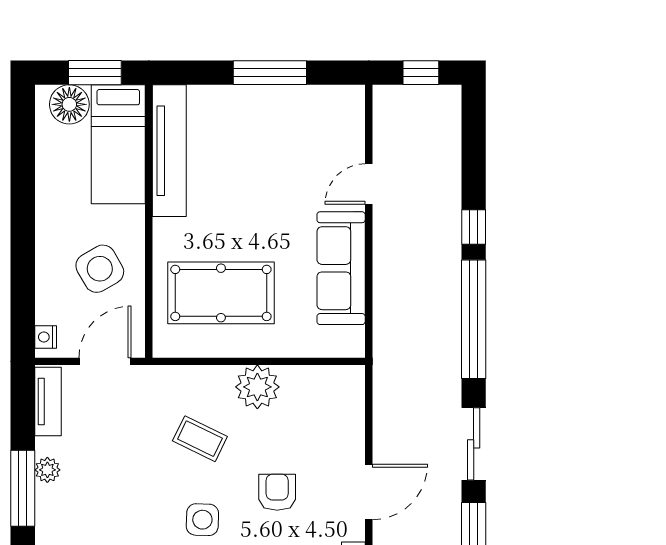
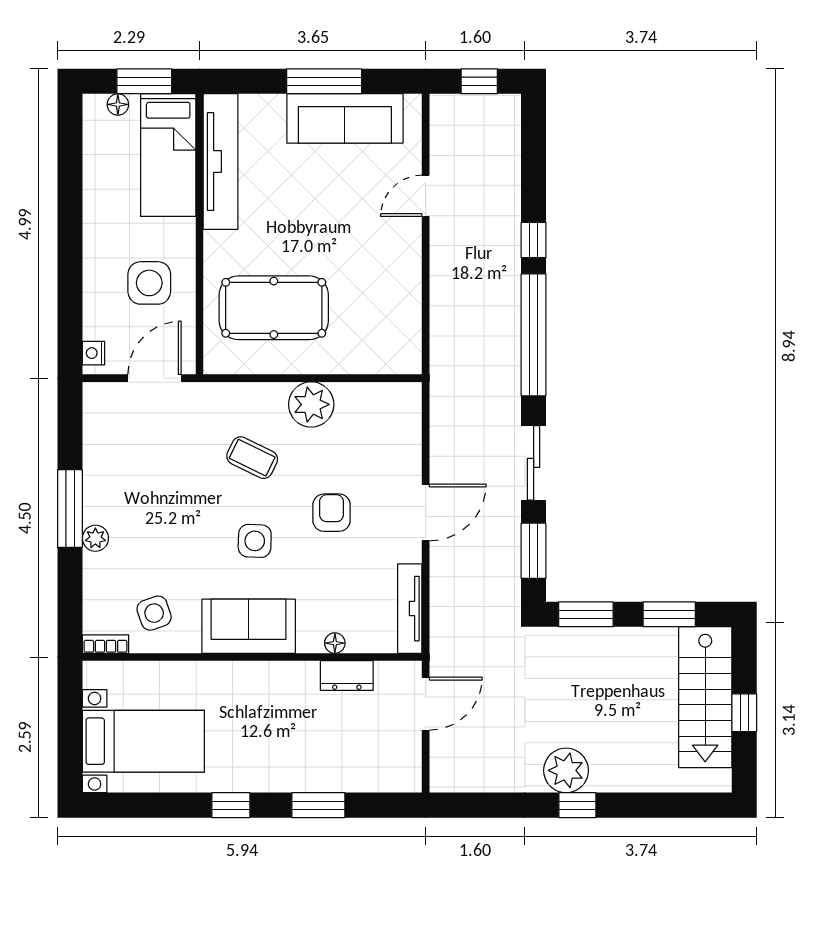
floor lamp: (69, 104) -> (118, 104), width x0.53, depth x0.53
sofa: (341, 268) -> (345, 118), moved, turned -90
side table: (100, 269) -> (149, 283), turned 30
tv unit: (48, 401) -> (96, 419), removed
plant: (47, 470) -> (95, 538), moved

